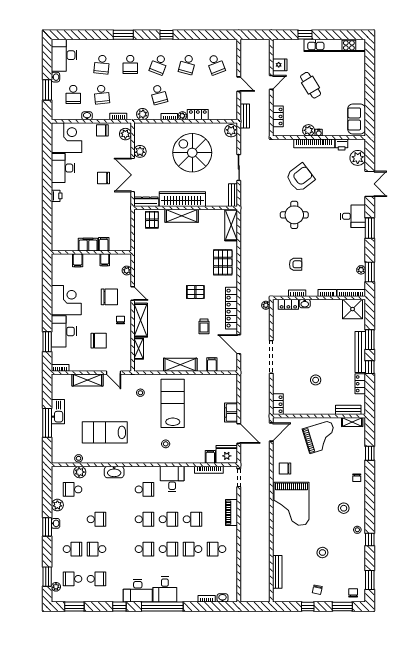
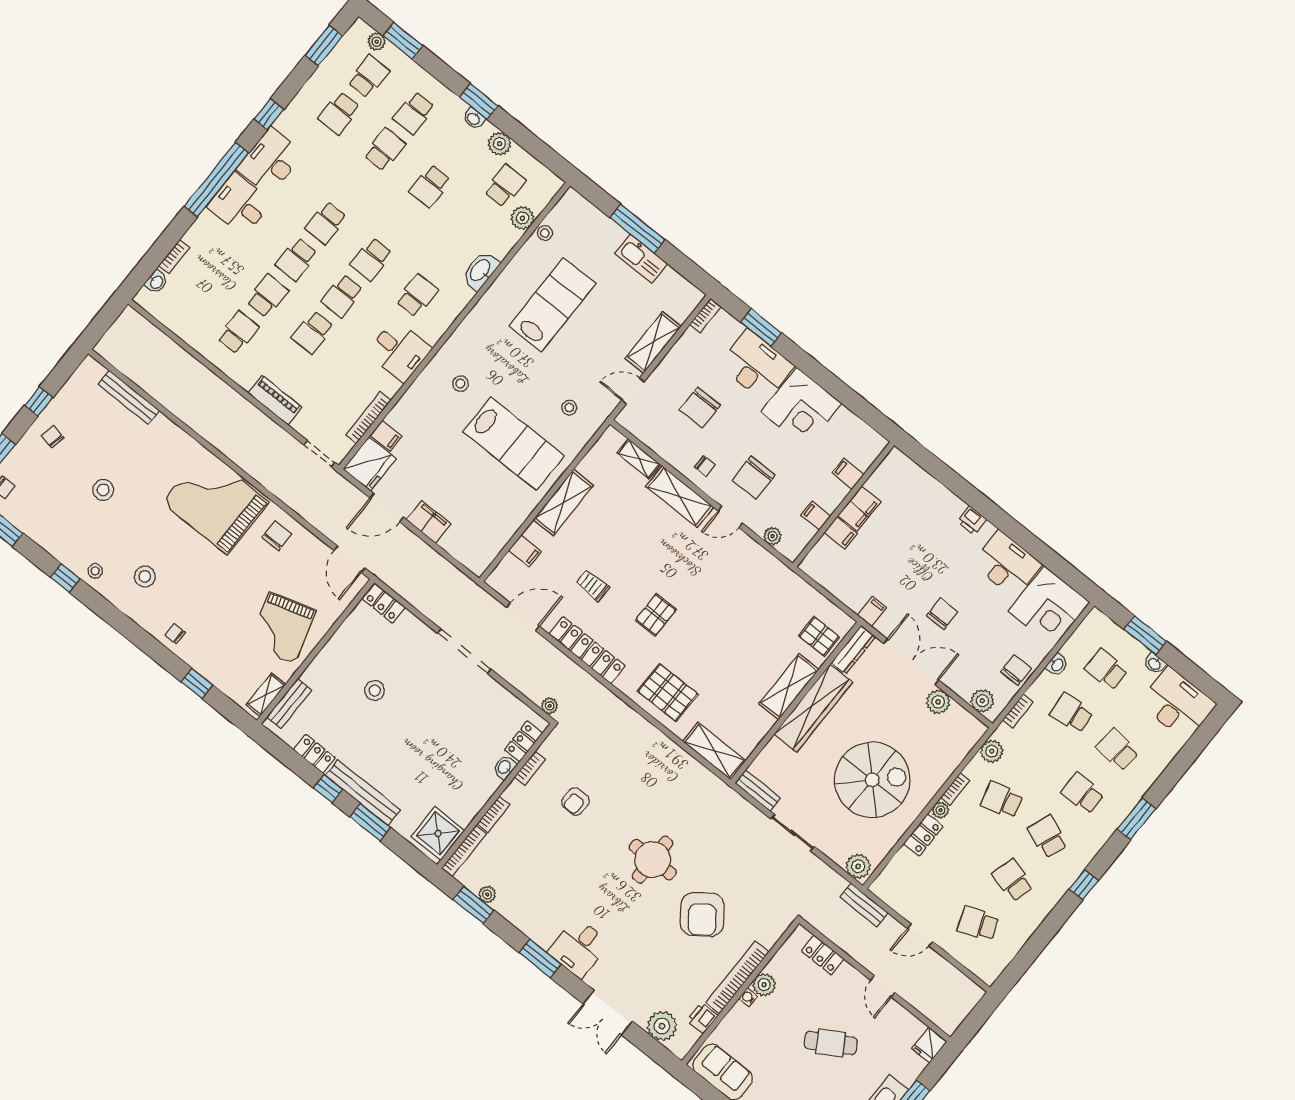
fridge: (280, 65) -> (929, 1045), moved
filing cabinet: (125, 207) -> (872, 611), added
school desk: (144, 489) -> (417, 296), turned 180

